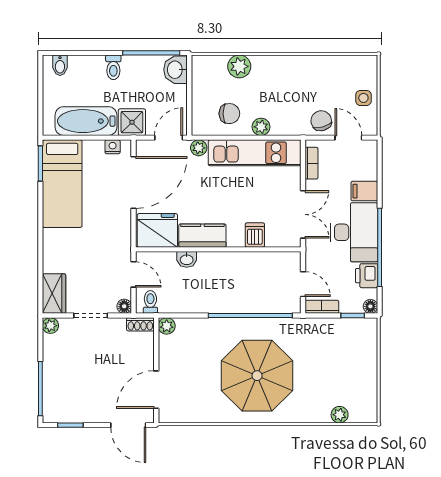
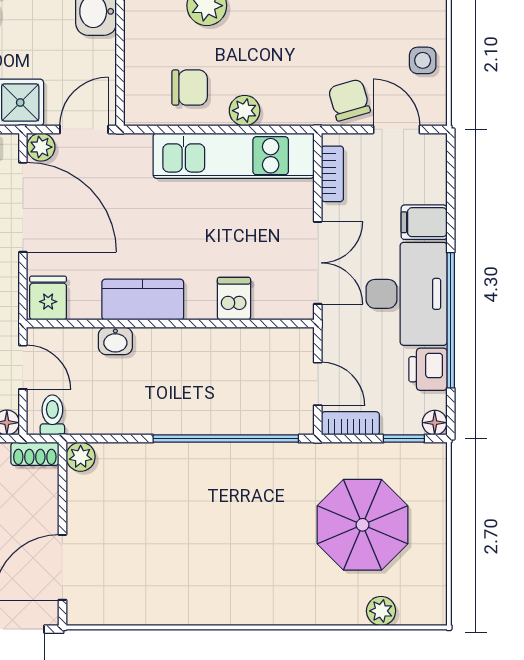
plant: (199, 148) -> (41, 147), moved
door: (133, 182) -> (23, 207), hinge flipped
fridge: (157, 230) -> (48, 298), width x0.53, depth x0.75
parasol: (257, 376) -> (362, 525), moved, width x0.73, depth x0.73

